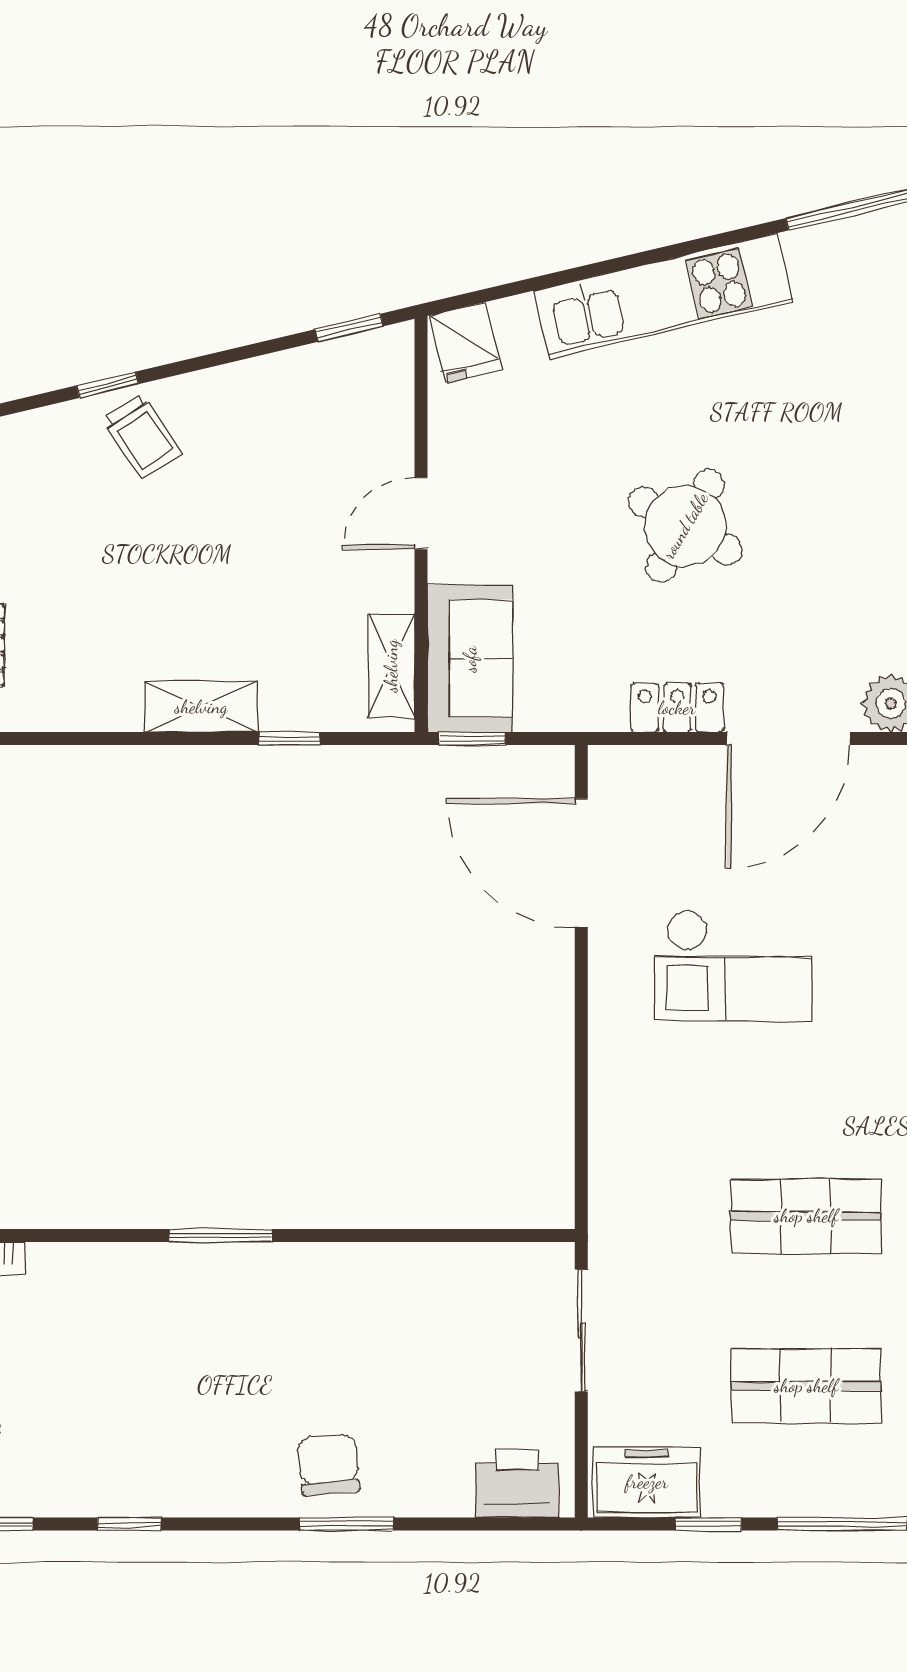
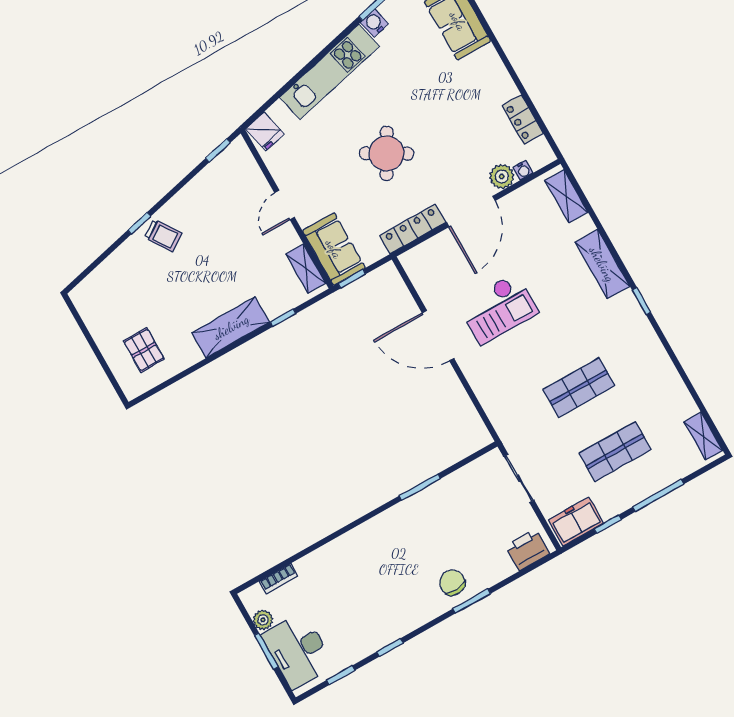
water cooler: (809, 250) -> (375, 23), added
shelving: (201, 707) -> (231, 327), width x1.50, depth x1.33
locker: (677, 708) -> (413, 229), width x1.53
door: (581, 863) -> (438, 336), moved
window: (221, 1235) -> (420, 487), moved

